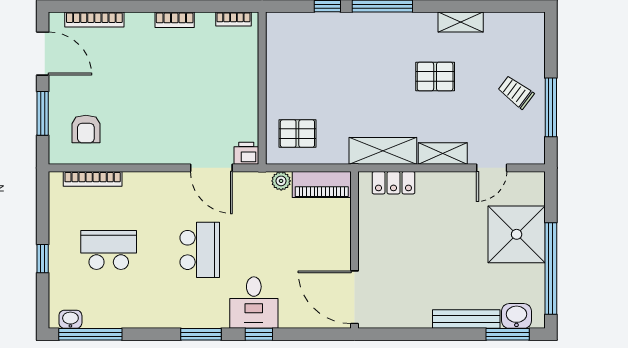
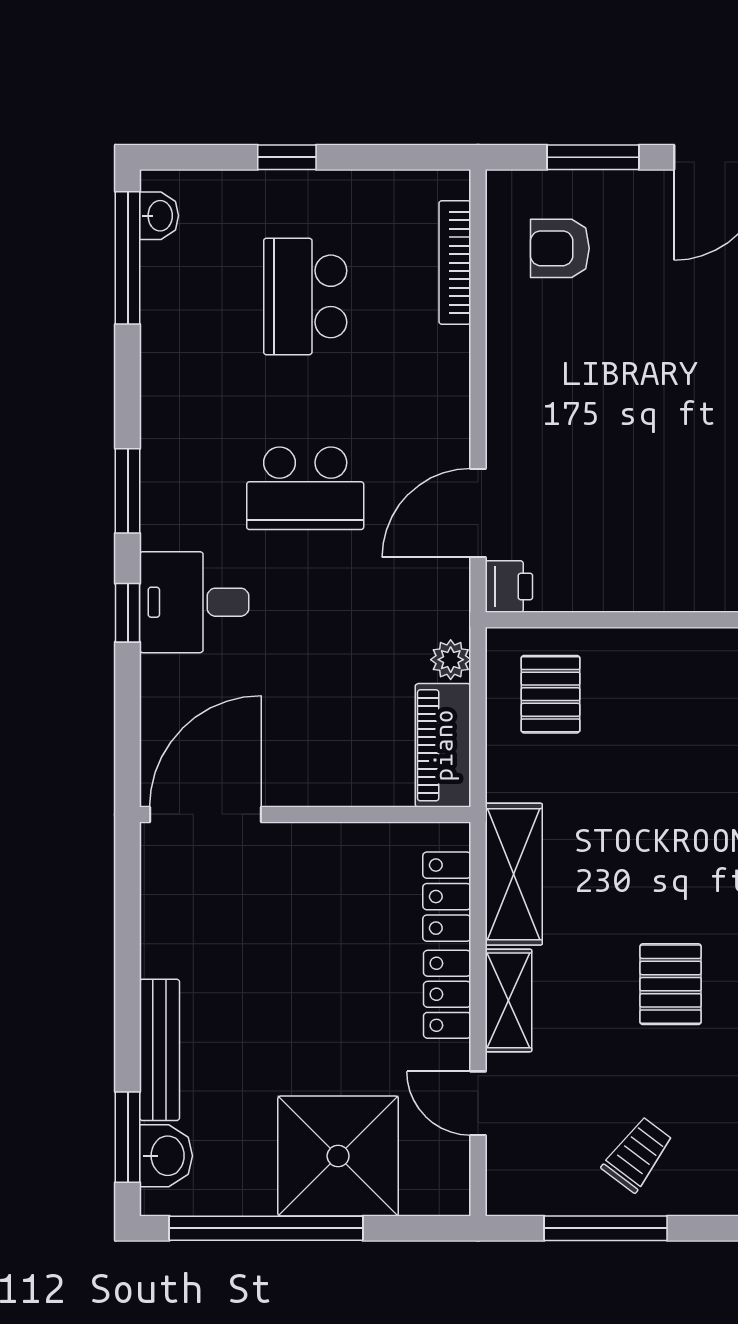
locker: (440, 183) -> (447, 994), added
school desk: (109, 250) -> (305, 296), turned 180

